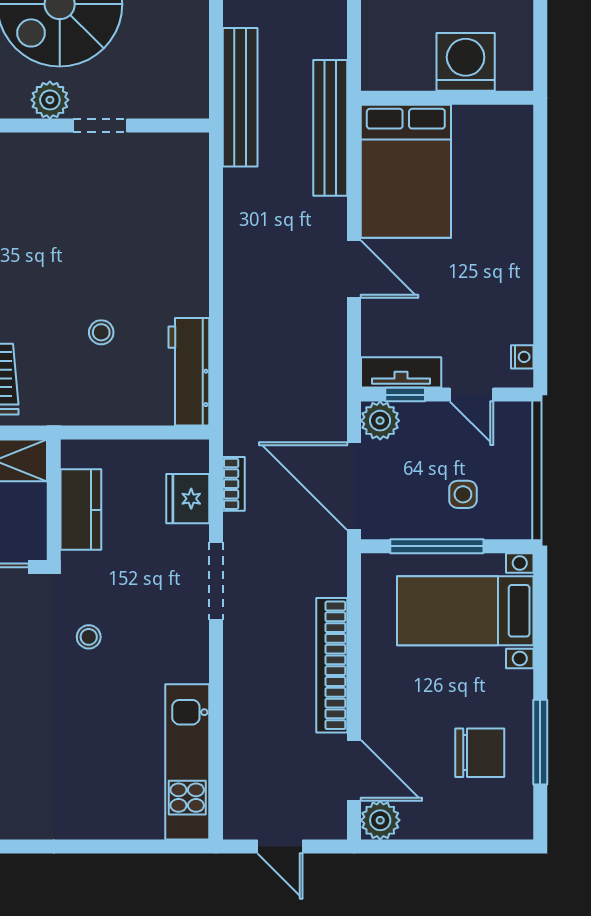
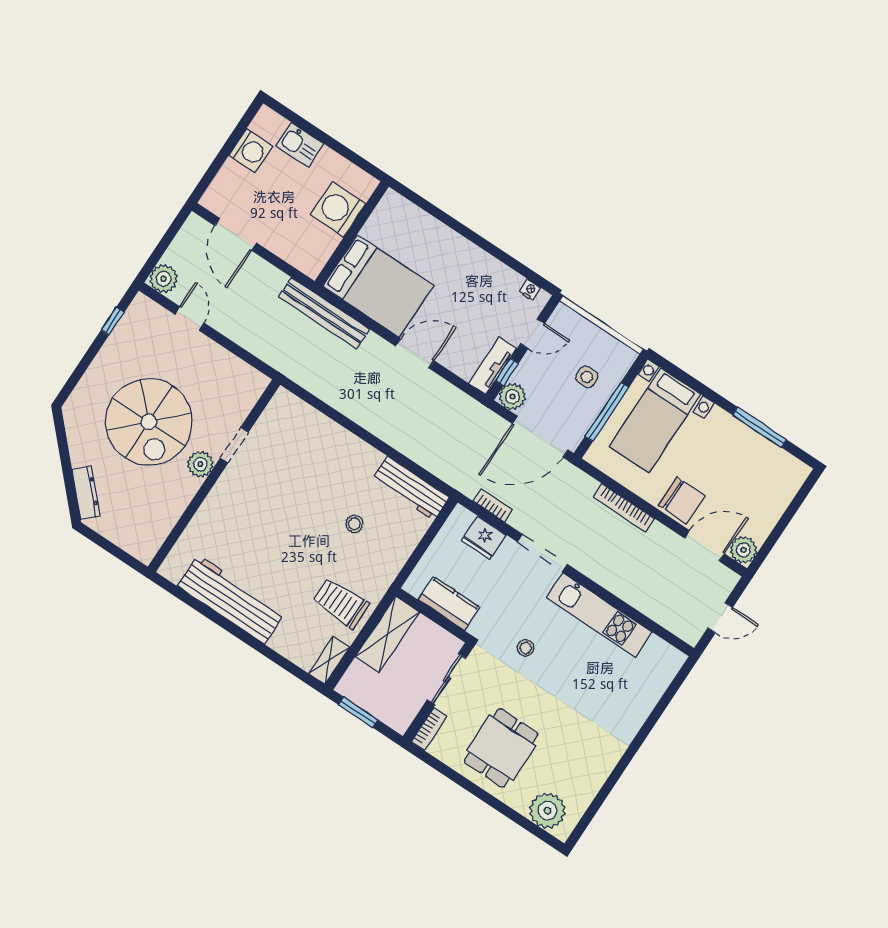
bench: (240, 97) -> (272, 353), removed
bookcase: (332, 665) -> (624, 508), width x0.68, depth x0.76
chair: (480, 753) -> (682, 500), moved, turned 90
kitchen unit: (187, 762) -> (599, 615), moved

